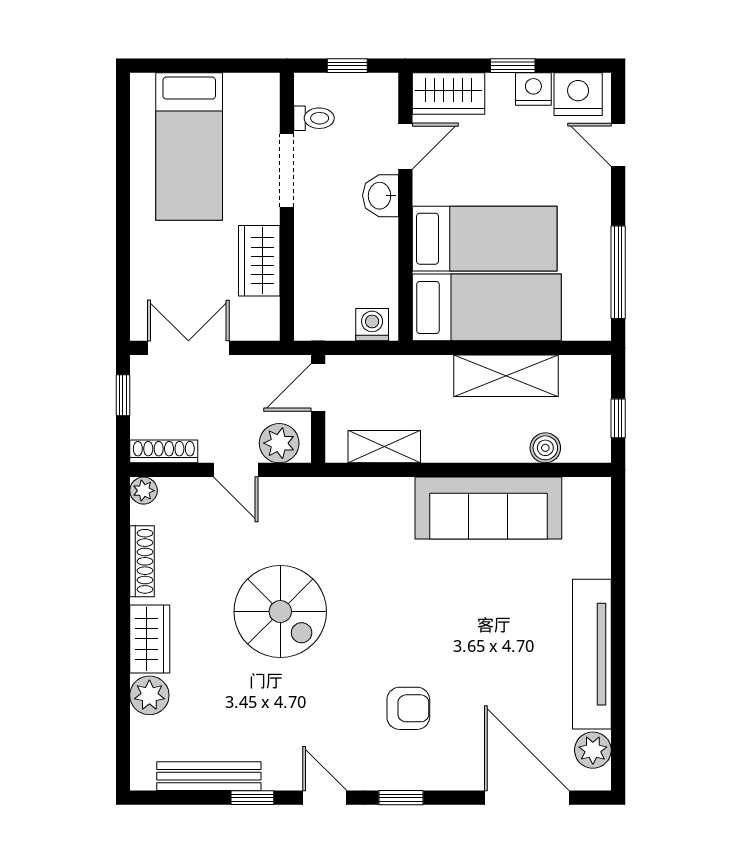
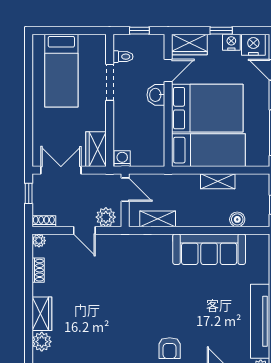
bed: (485, 239) -> (207, 108), width x1.50
wardrobe: (259, 261) -> (96, 149), moved
washing machine: (372, 325) -> (122, 159), moved
shelving: (506, 376) -> (218, 181), width x0.67, depth x0.75
door: (318, 387) -> (125, 190), swing flipped
shoe rack: (164, 451) -> (44, 221), width x0.70
shoe rack: (142, 561) -> (38, 270), width x0.70
spiral stairs: (280, 612) -> (106, 300), removed
armchair: (408, 708) -> (170, 348), turned 90

